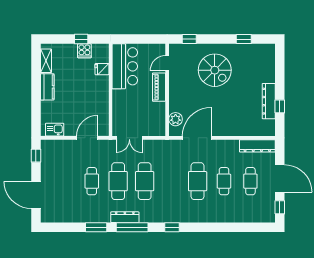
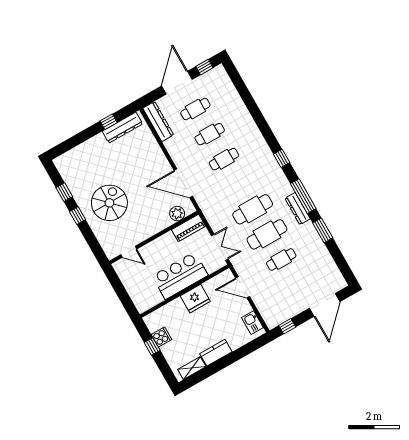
window: (189, 39) -> (78, 216), moved
bar counter: (125, 66) -> (180, 276), moved
fridge: (102, 69) -> (195, 299), moved, width x1.88, depth x1.34
piano: (159, 87) -> (189, 228), moved
dresser: (269, 101) -> (122, 128), moved
cafe table: (198, 181) -> (224, 159), width x0.73, depth x0.74

